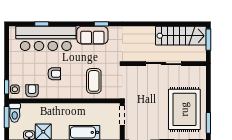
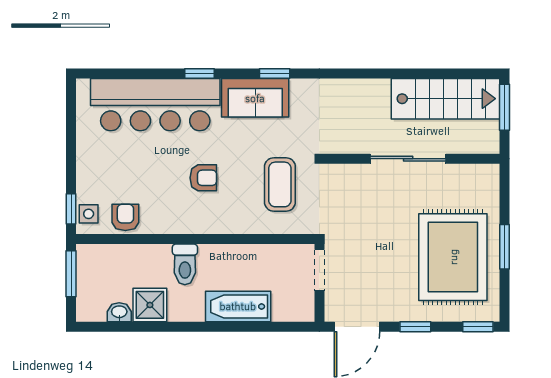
window: (42, 24) -> (199, 73), moved
armchair: (54, 74) -> (203, 178), moved
coffee table: (94, 81) -> (280, 184), moved
toilet: (15, 113) -> (185, 264), moved
window: (208, 123) -> (505, 247), moved

